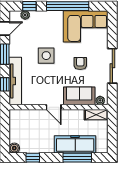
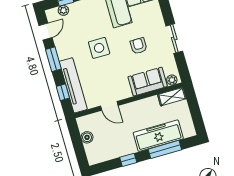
sliding door: (112, 66) -> (174, 38), width x0.73
door: (54, 107) -> (109, 106), moved
boiler: (14, 148) -> (87, 137), moved
window: (33, 158) -> (128, 160), moved

